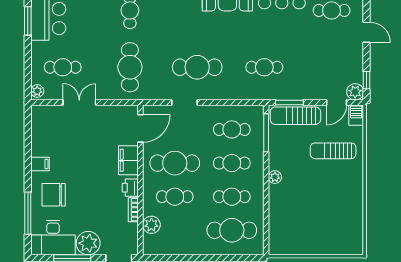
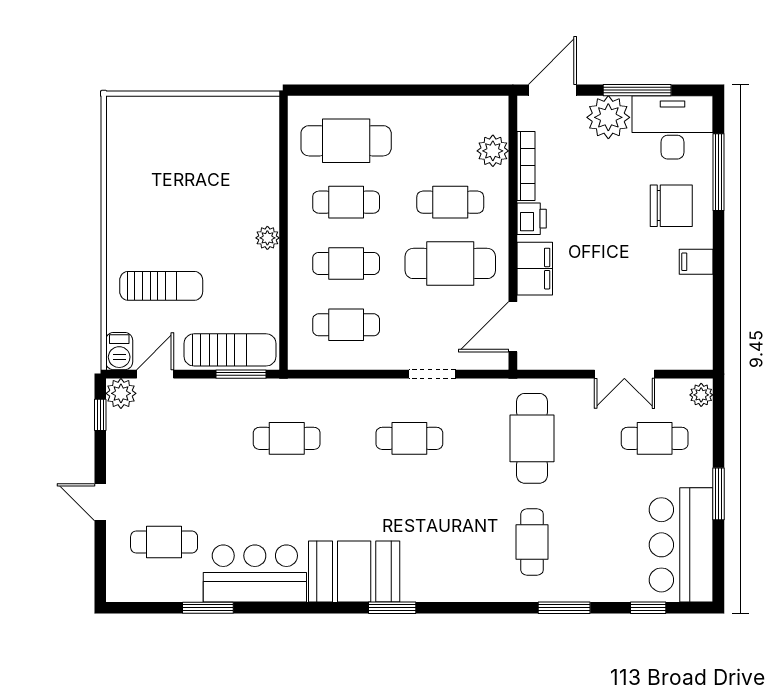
window: (28, 21) -> (718, 494), moved
cafe table: (197, 67) -> (409, 438), width x0.73, depth x0.74
window: (266, 133) -> (283, 318), removed
bookcase: (133, 210) -> (526, 166), width x1.56

